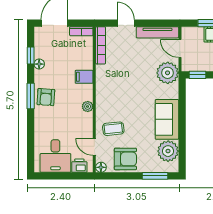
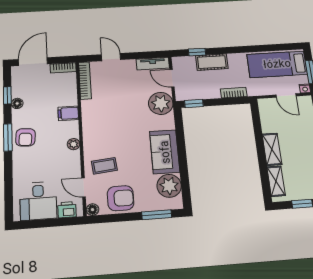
tv unit: (157, 32) -> (153, 64), width x0.71

